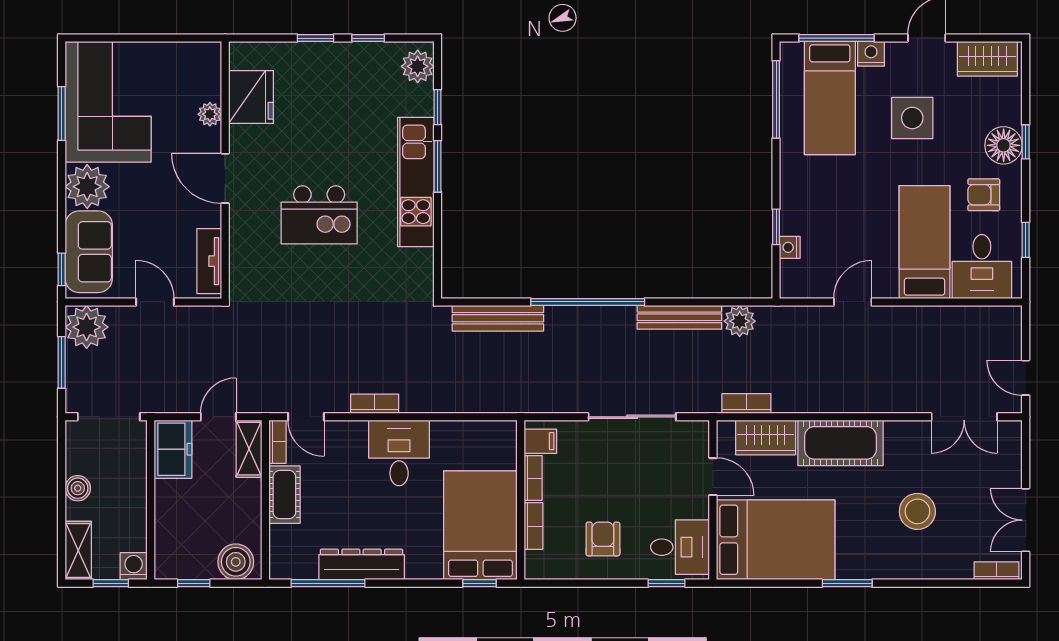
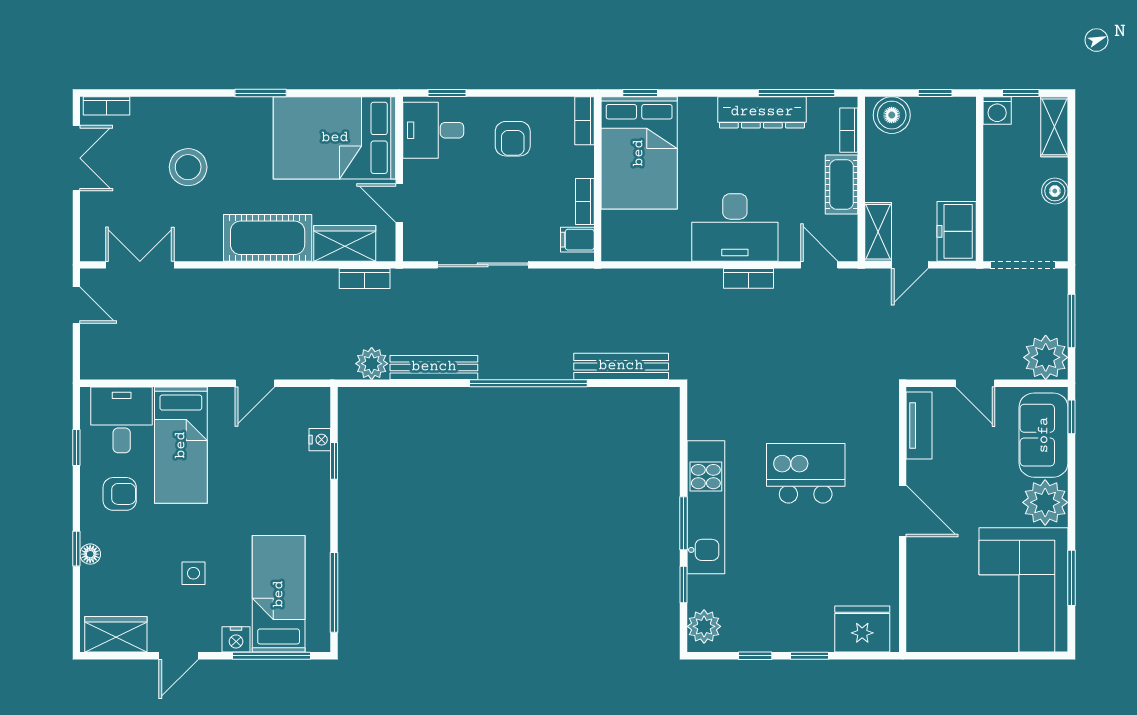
fridge: (251, 97) -> (862, 629), moved, turned 90
plant: (210, 114) -> (918, 577), removed
side table: (912, 118) -> (193, 573), width x0.54, depth x0.54
floor lamp: (1004, 145) -> (90, 554), width x0.53, depth x0.53
bookcase: (277, 442) -> (849, 130), moved
desk: (399, 453) -> (735, 227), width x1.37
bookcase: (533, 526) -> (584, 121), moved

